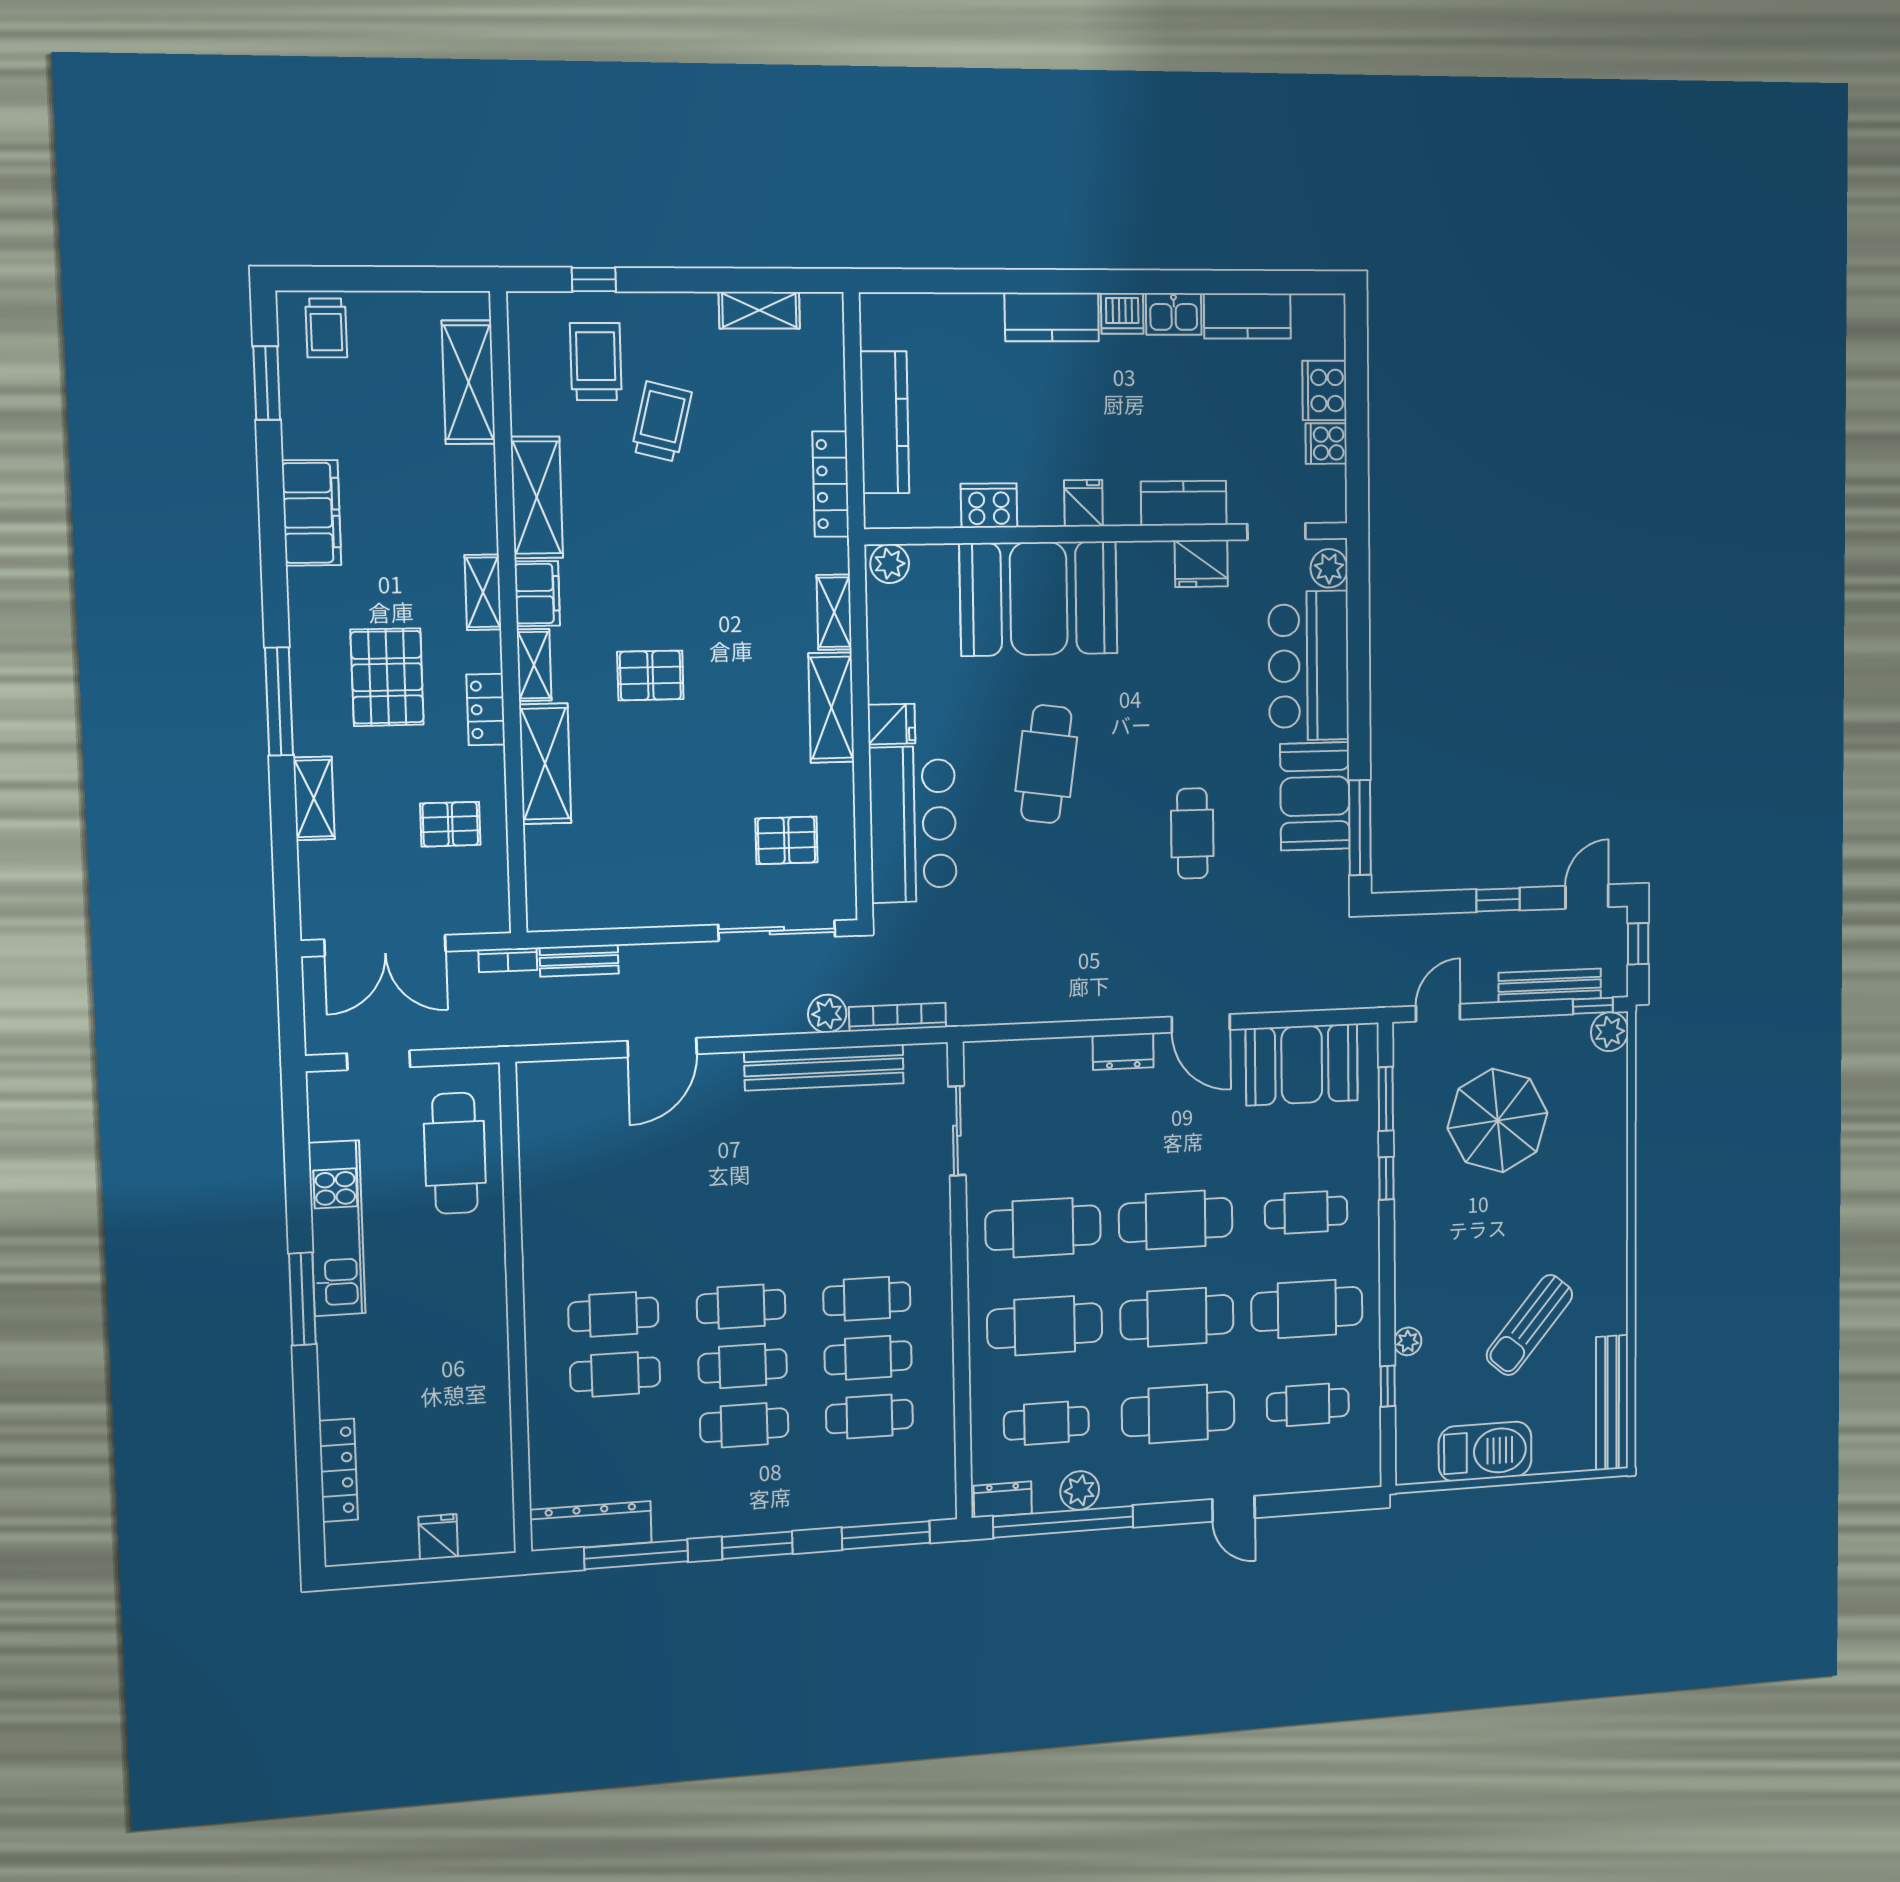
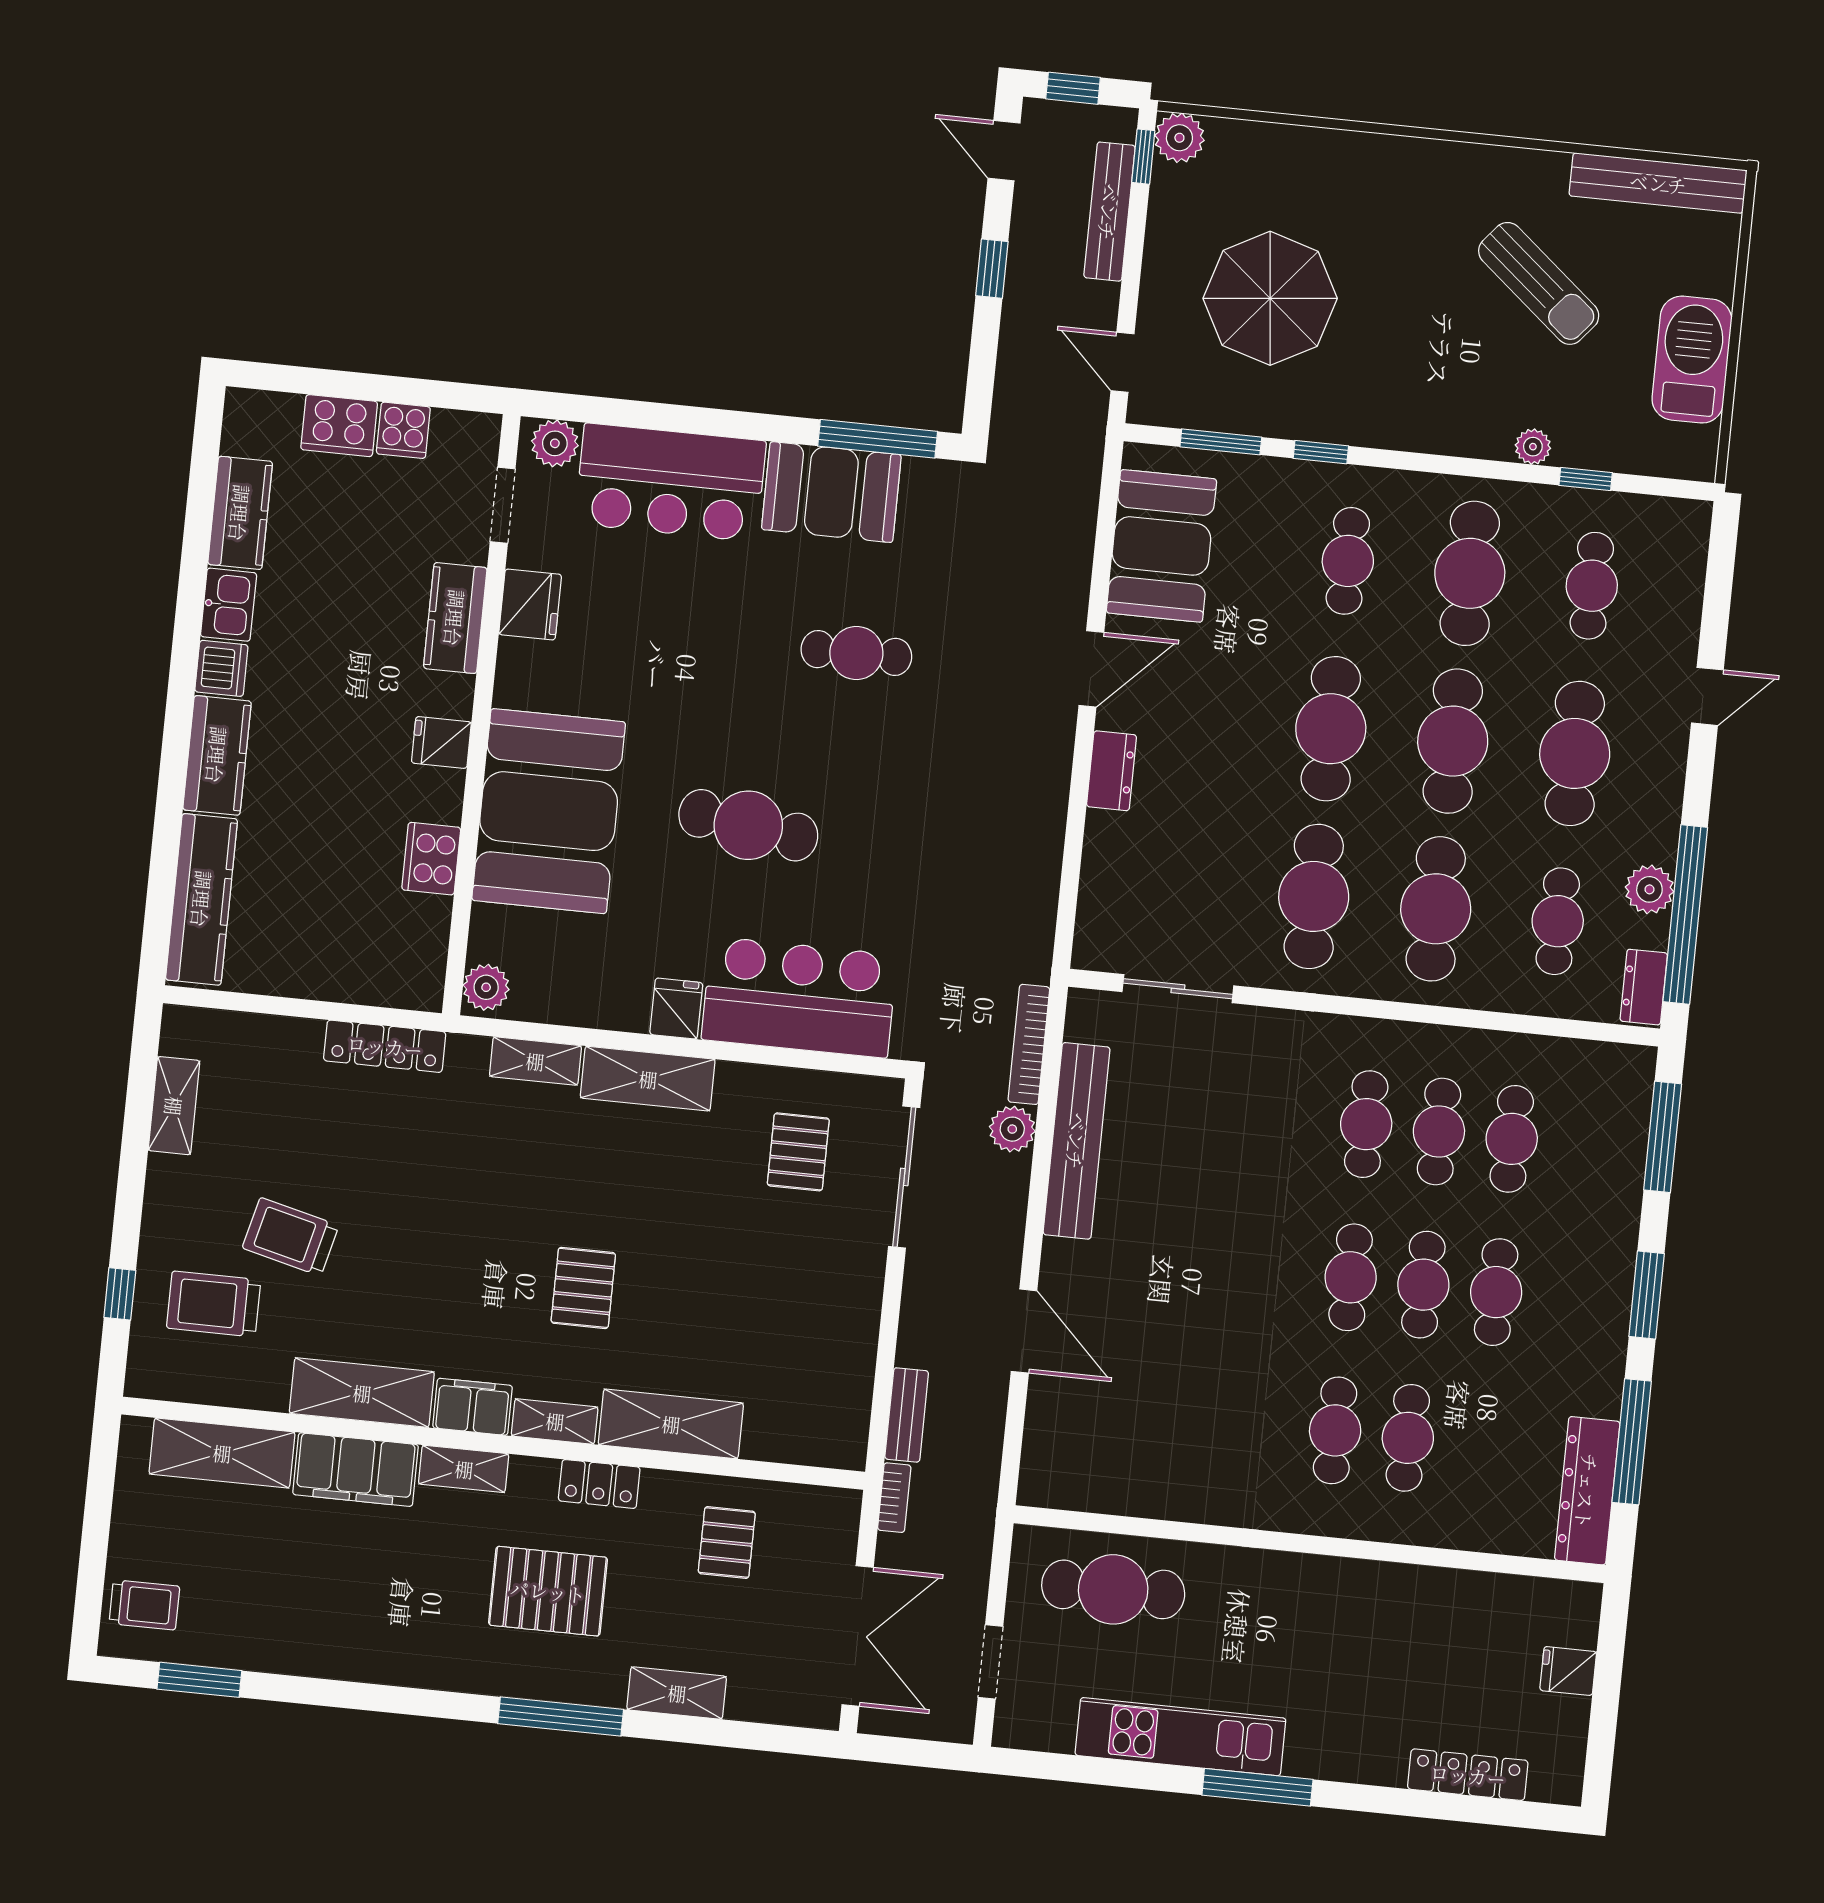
kitchen counter: (885, 422) -> (202, 899), moved, turned 90
filing cabinet: (312, 513) -> (356, 1470), moved, turned 180

